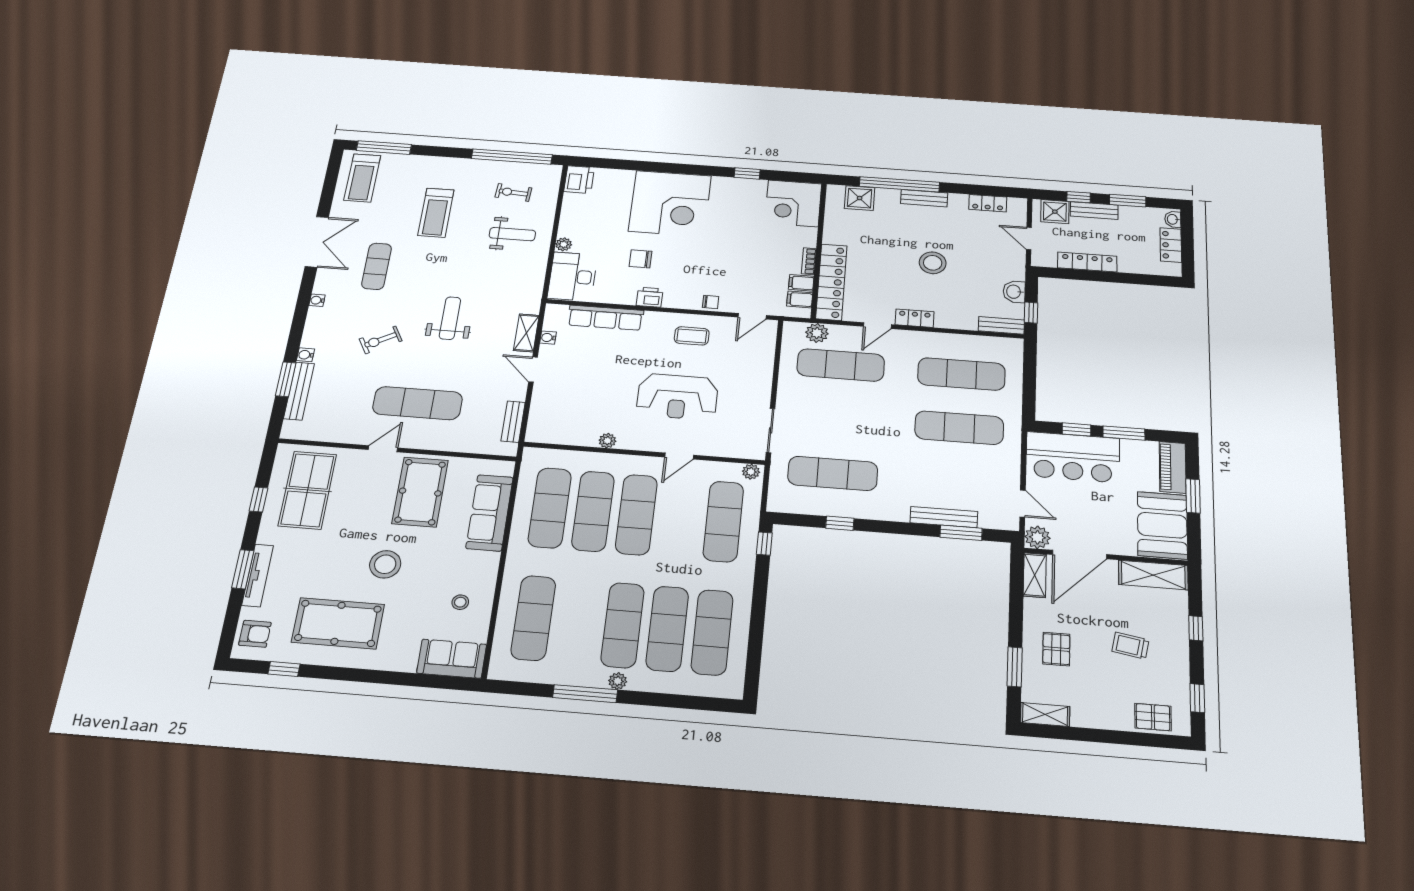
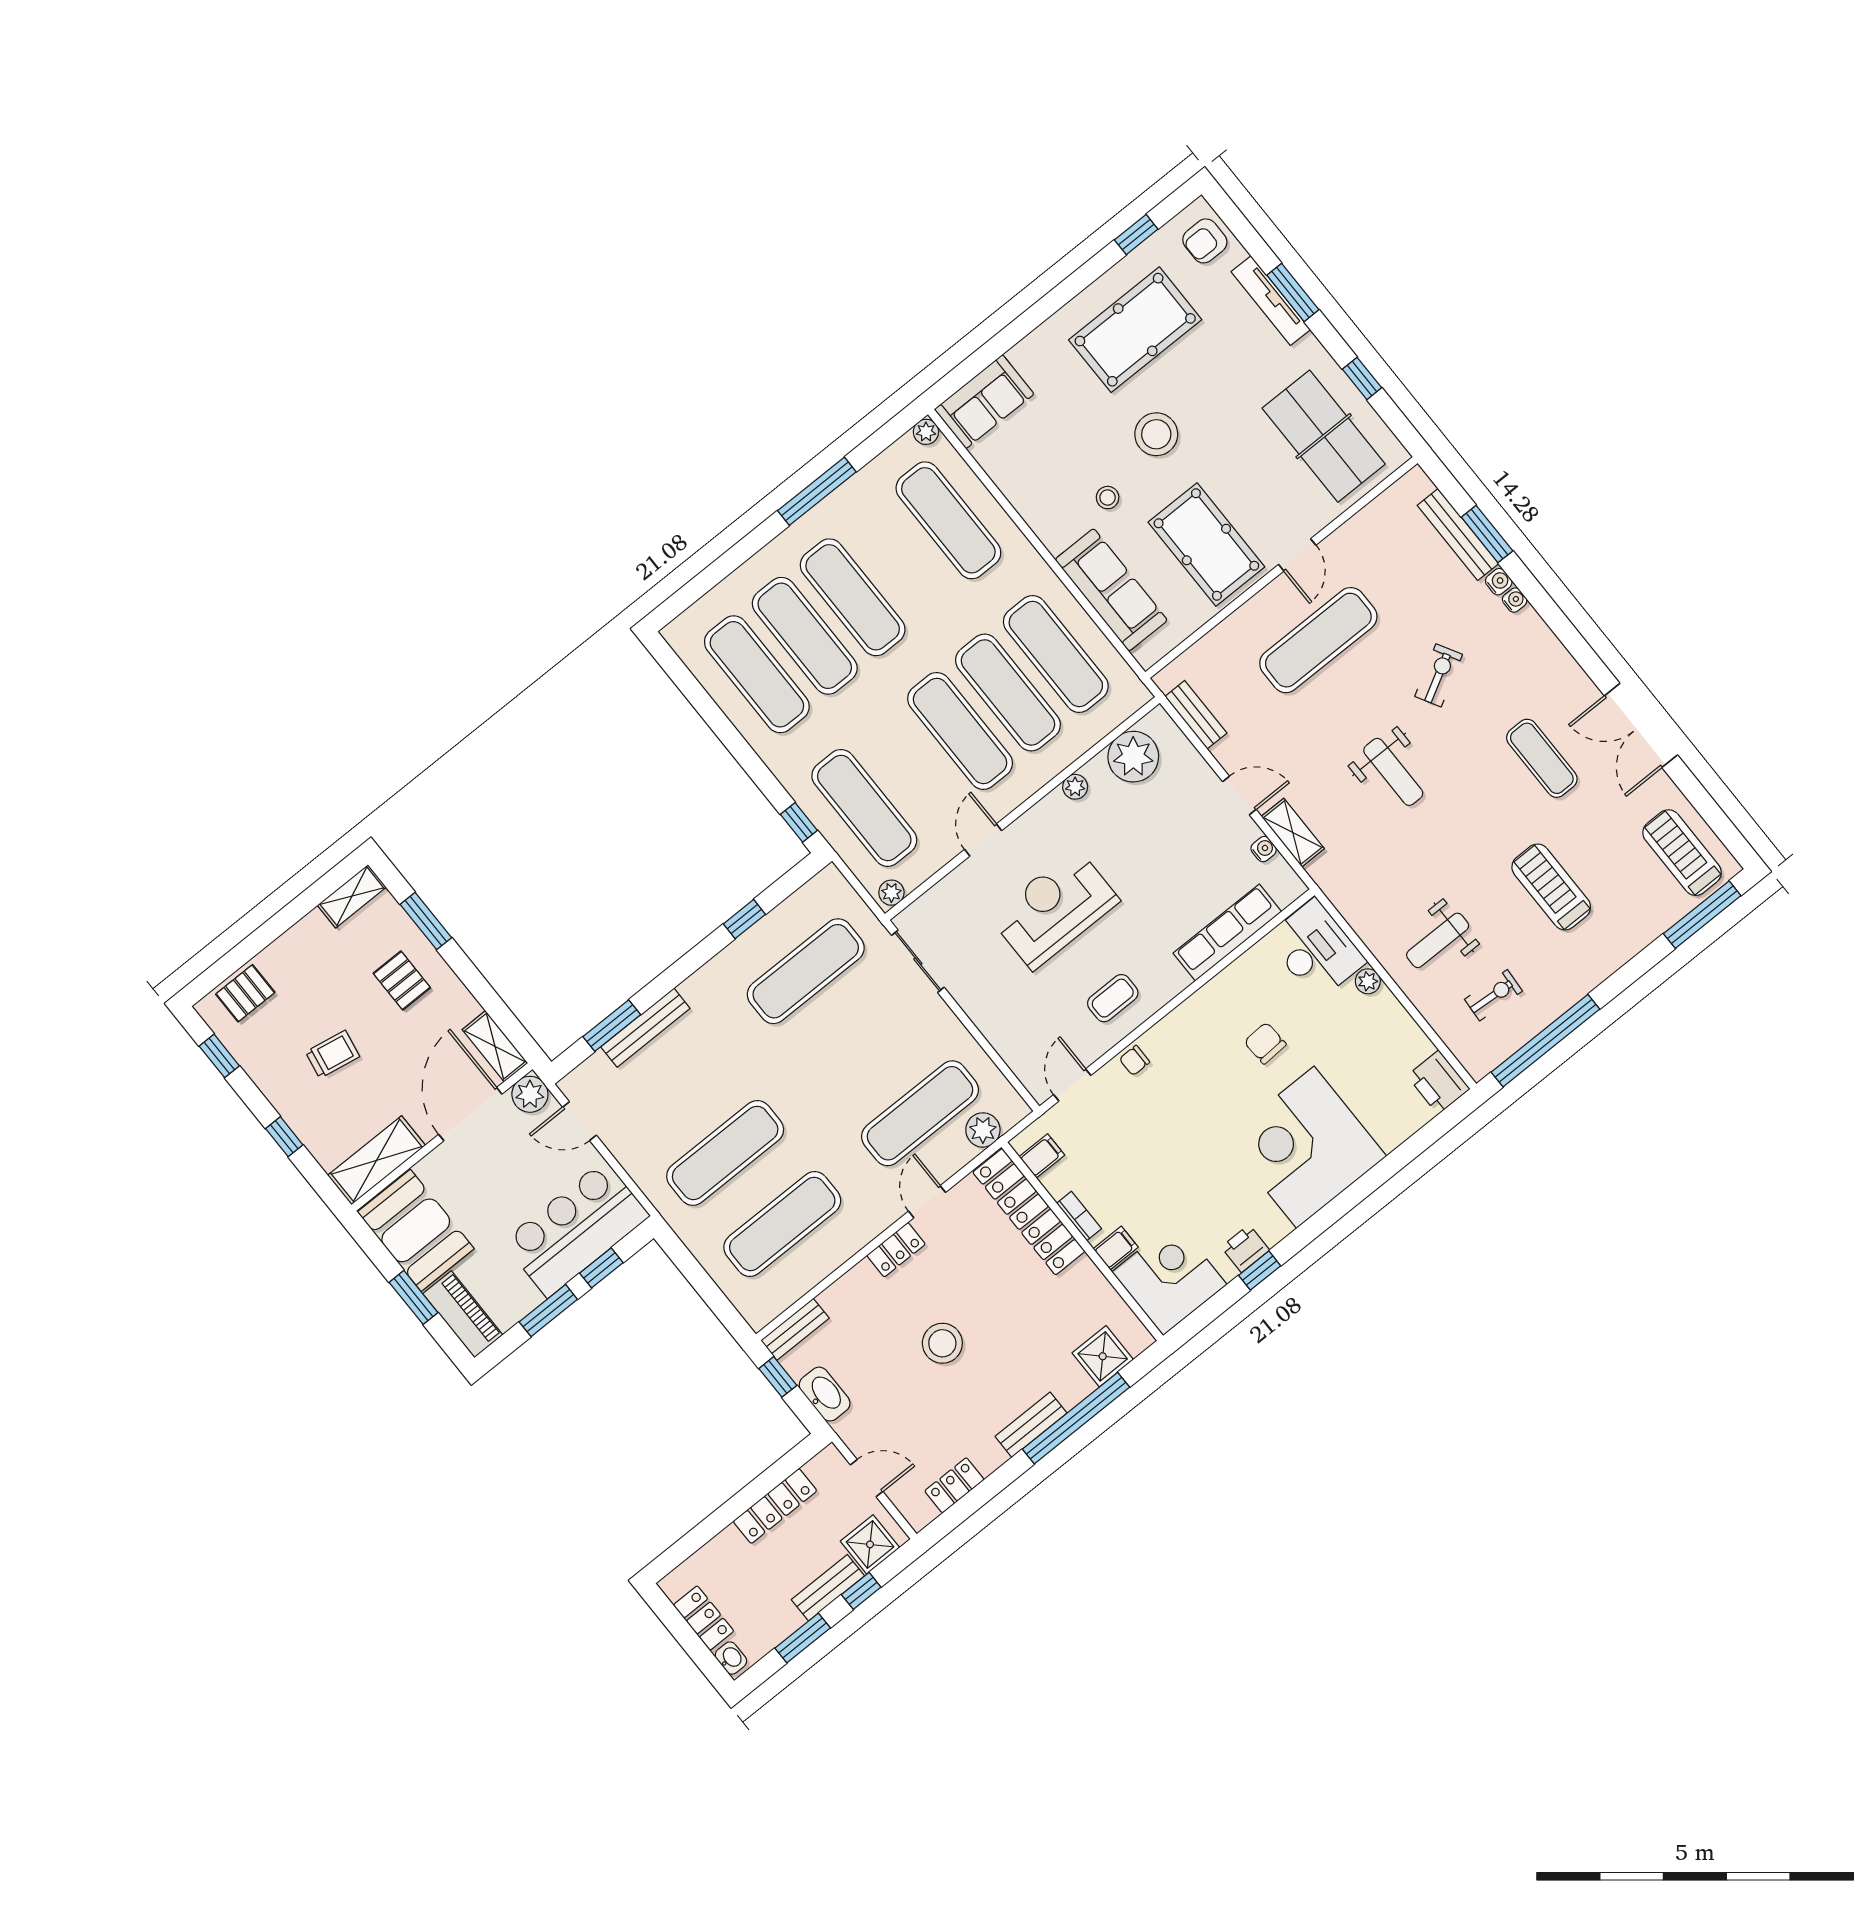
chair: (640, 259) -> (1265, 1043), turned -93
filing cabinet: (801, 283) -> (1116, 1248), moved
washbasin: (1014, 292) -> (825, 1394), width x1.38
printer: (650, 297) -> (1245, 1249), moved, turned 180
water cooler: (317, 300) -> (1515, 600), moved
plant: (564, 429) -> (1133, 757), added
stool: (460, 602) -> (1108, 498), moved
plant: (618, 681) -> (926, 432), moved

